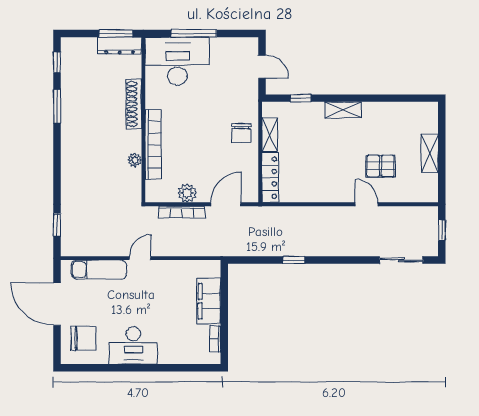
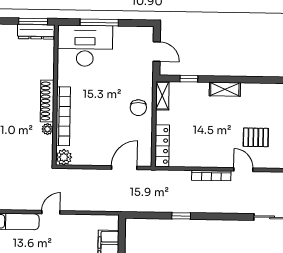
shoe rack: (134, 104) -> (47, 101), moved
shelving: (270, 135) -> (162, 96), moved
plant: (187, 193) -> (64, 157), moved
bookcase: (182, 212) -> (211, 176), moved

